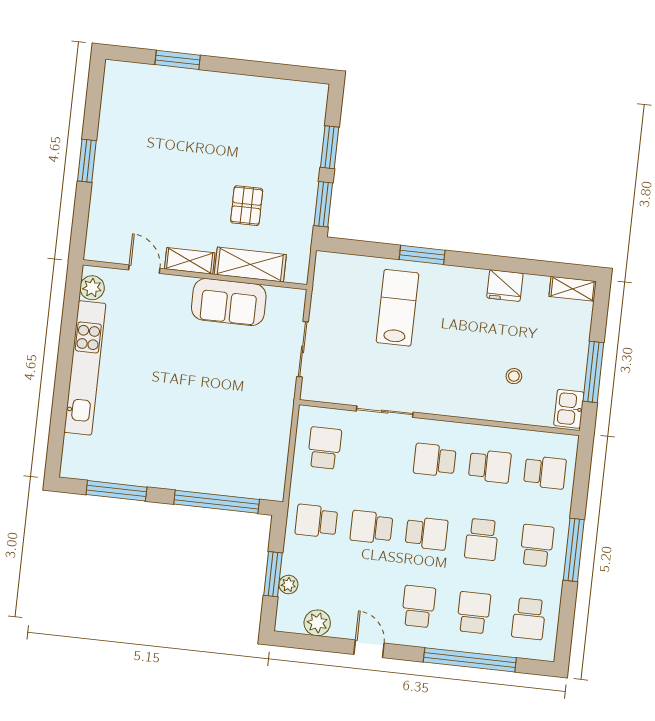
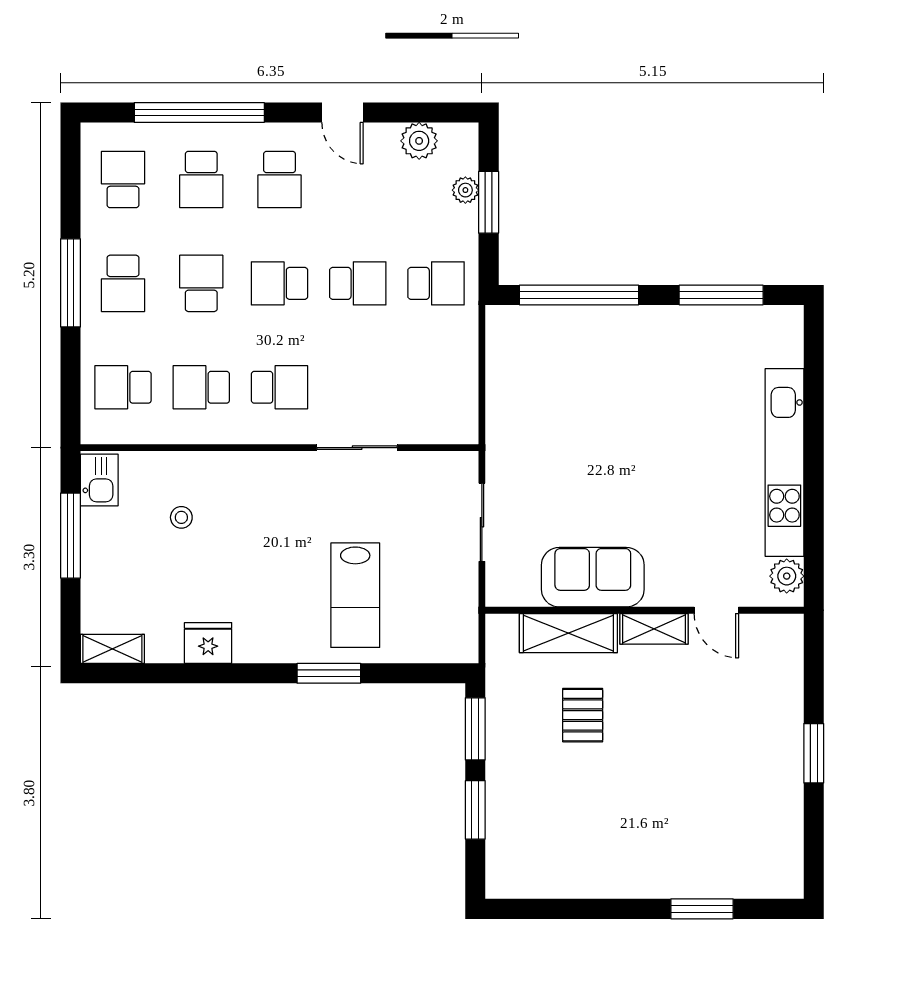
school desk: (324, 448) -> (436, 387), removed

